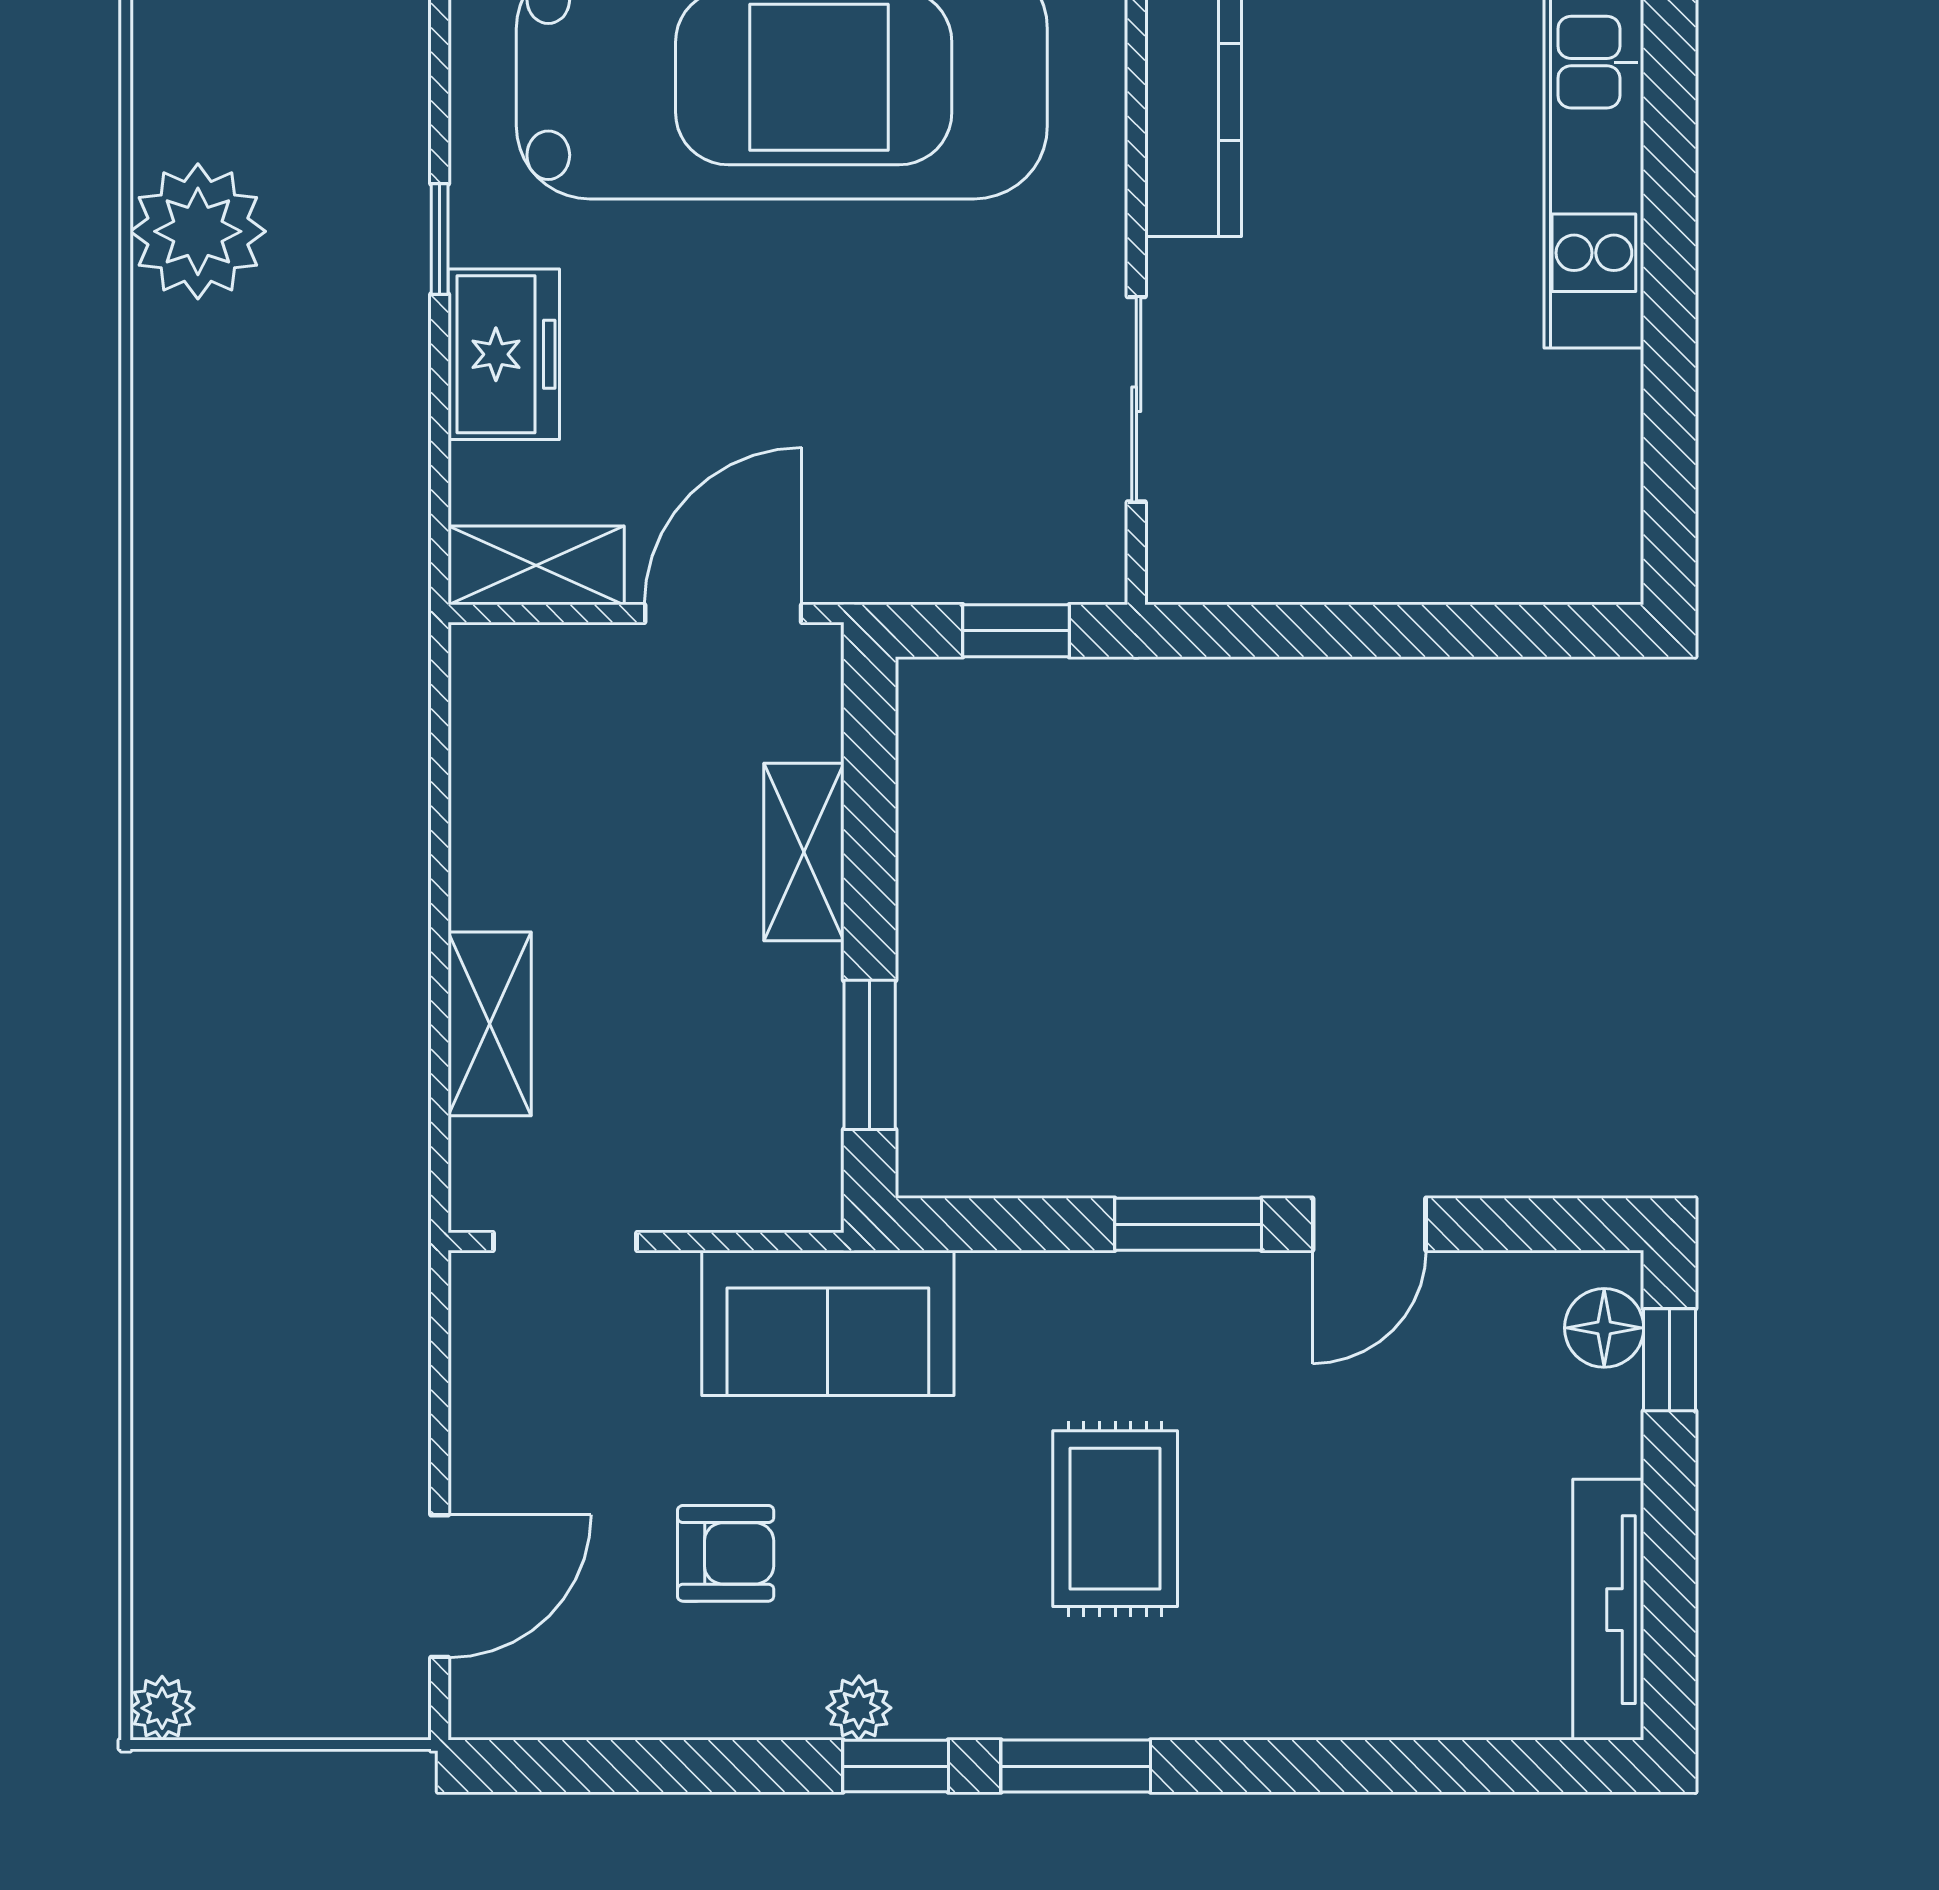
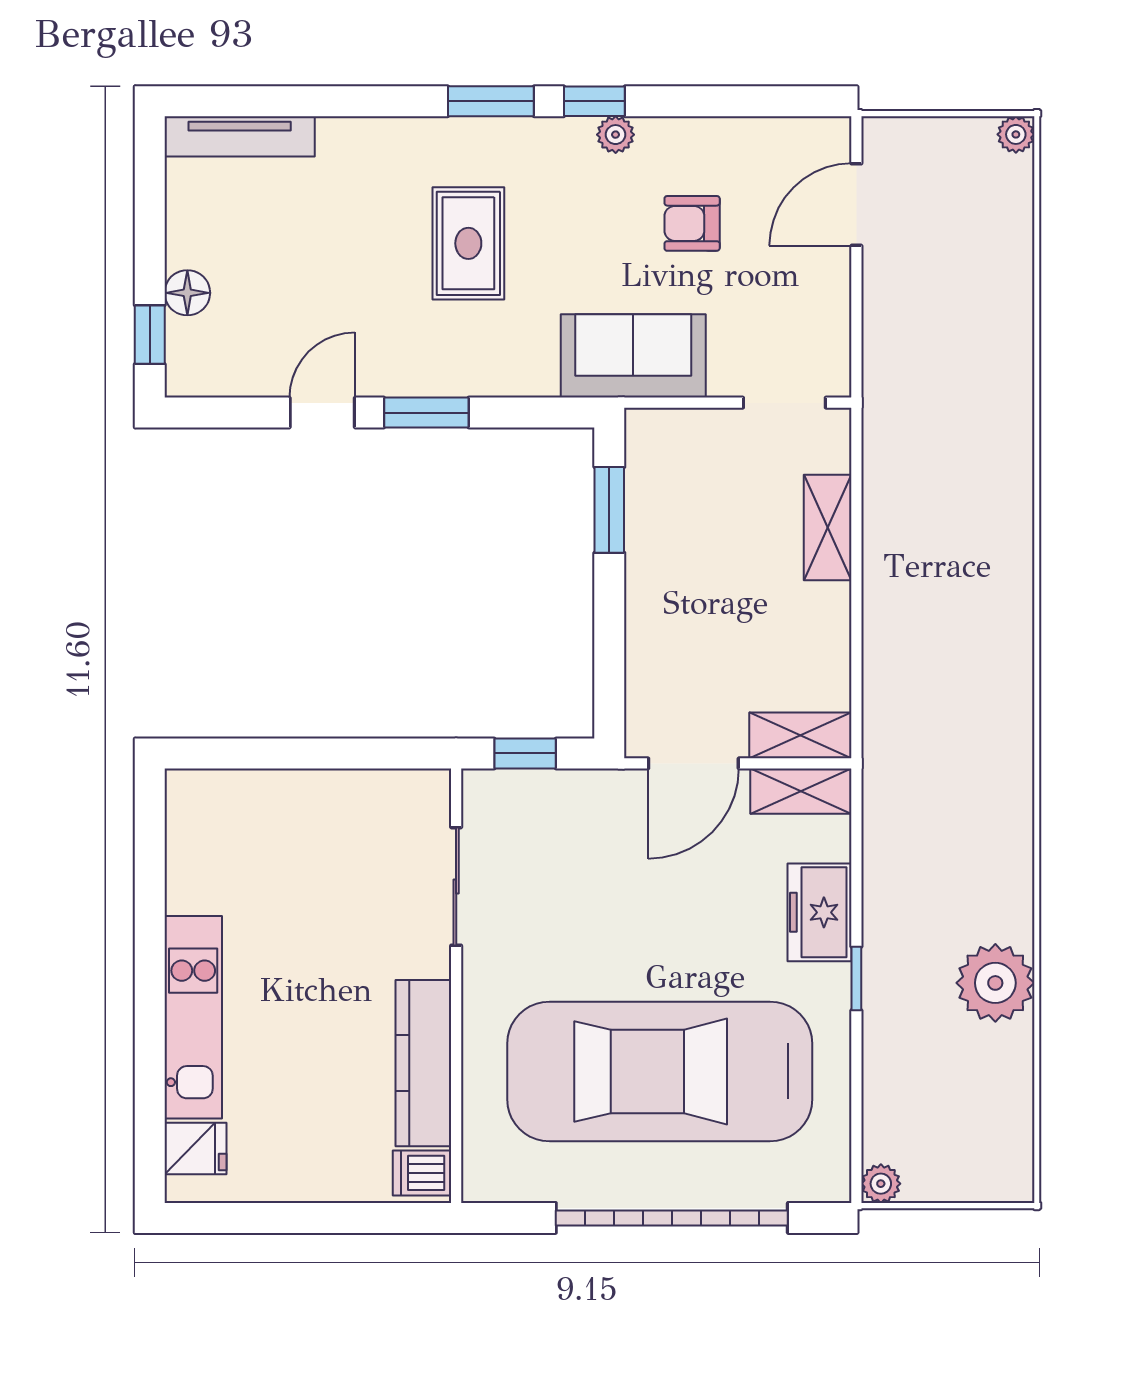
shelving: (804, 852) -> (800, 735), moved, turned 90
floor lamp: (1604, 1328) -> (187, 293), moved
tv unit: (1608, 1610) -> (240, 136), moved, turned 90

